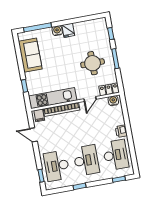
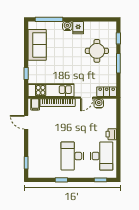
round table: (93, 63) -> (97, 51), moved
water cooler: (113, 101) -> (99, 103), moved
desk: (86, 160) -> (72, 156), turned 180
desk: (57, 166) -> (43, 156), removed

